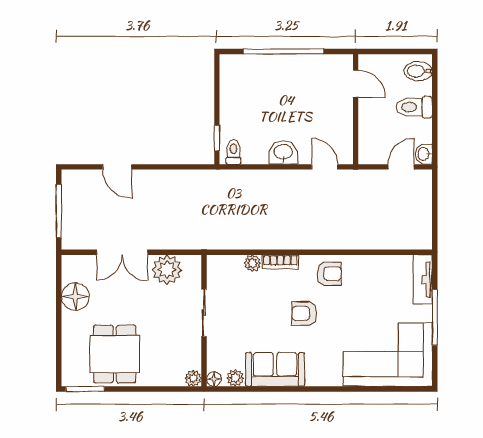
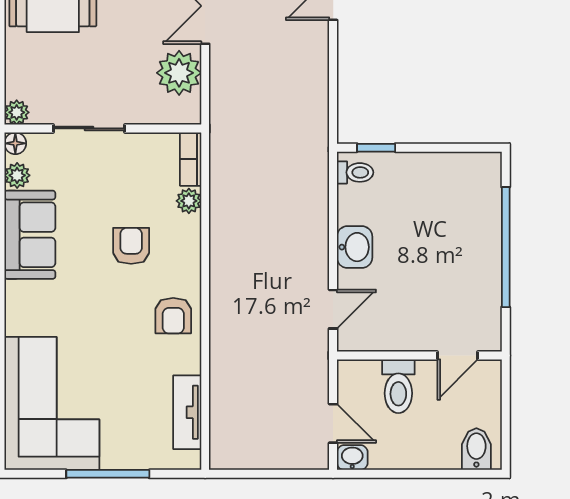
toilet: (414, 107) -> (398, 386), moved, turned 180
bookcase: (280, 262) -> (191, 159), moved
tv unit: (423, 280) -> (187, 412), moved, turned -90
sliding door: (204, 313) -> (89, 128), moved
armchair: (304, 313) -> (131, 246), moved

